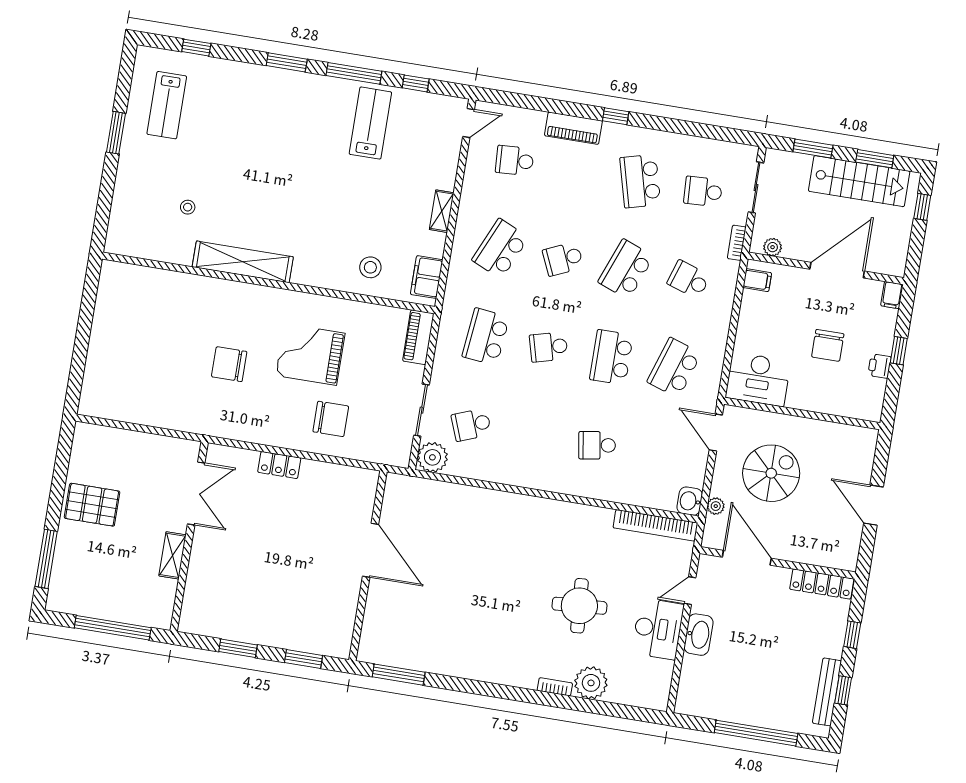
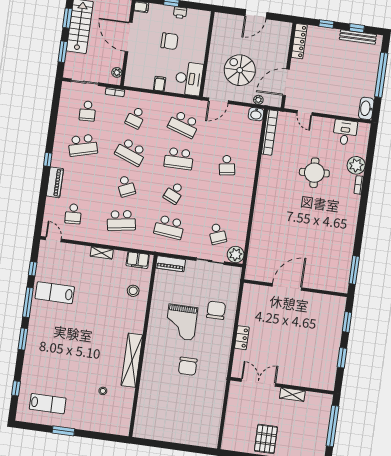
school desk: (500, 249) -> (121, 220), turned -33
filing cabinet: (757, 280) -> (160, 84), moved
school desk: (549, 347) -> (174, 193), turned 39
desk: (658, 629) -> (345, 132), moved, width x0.73
washbasin: (699, 635) -> (366, 108), moved, turned -90

